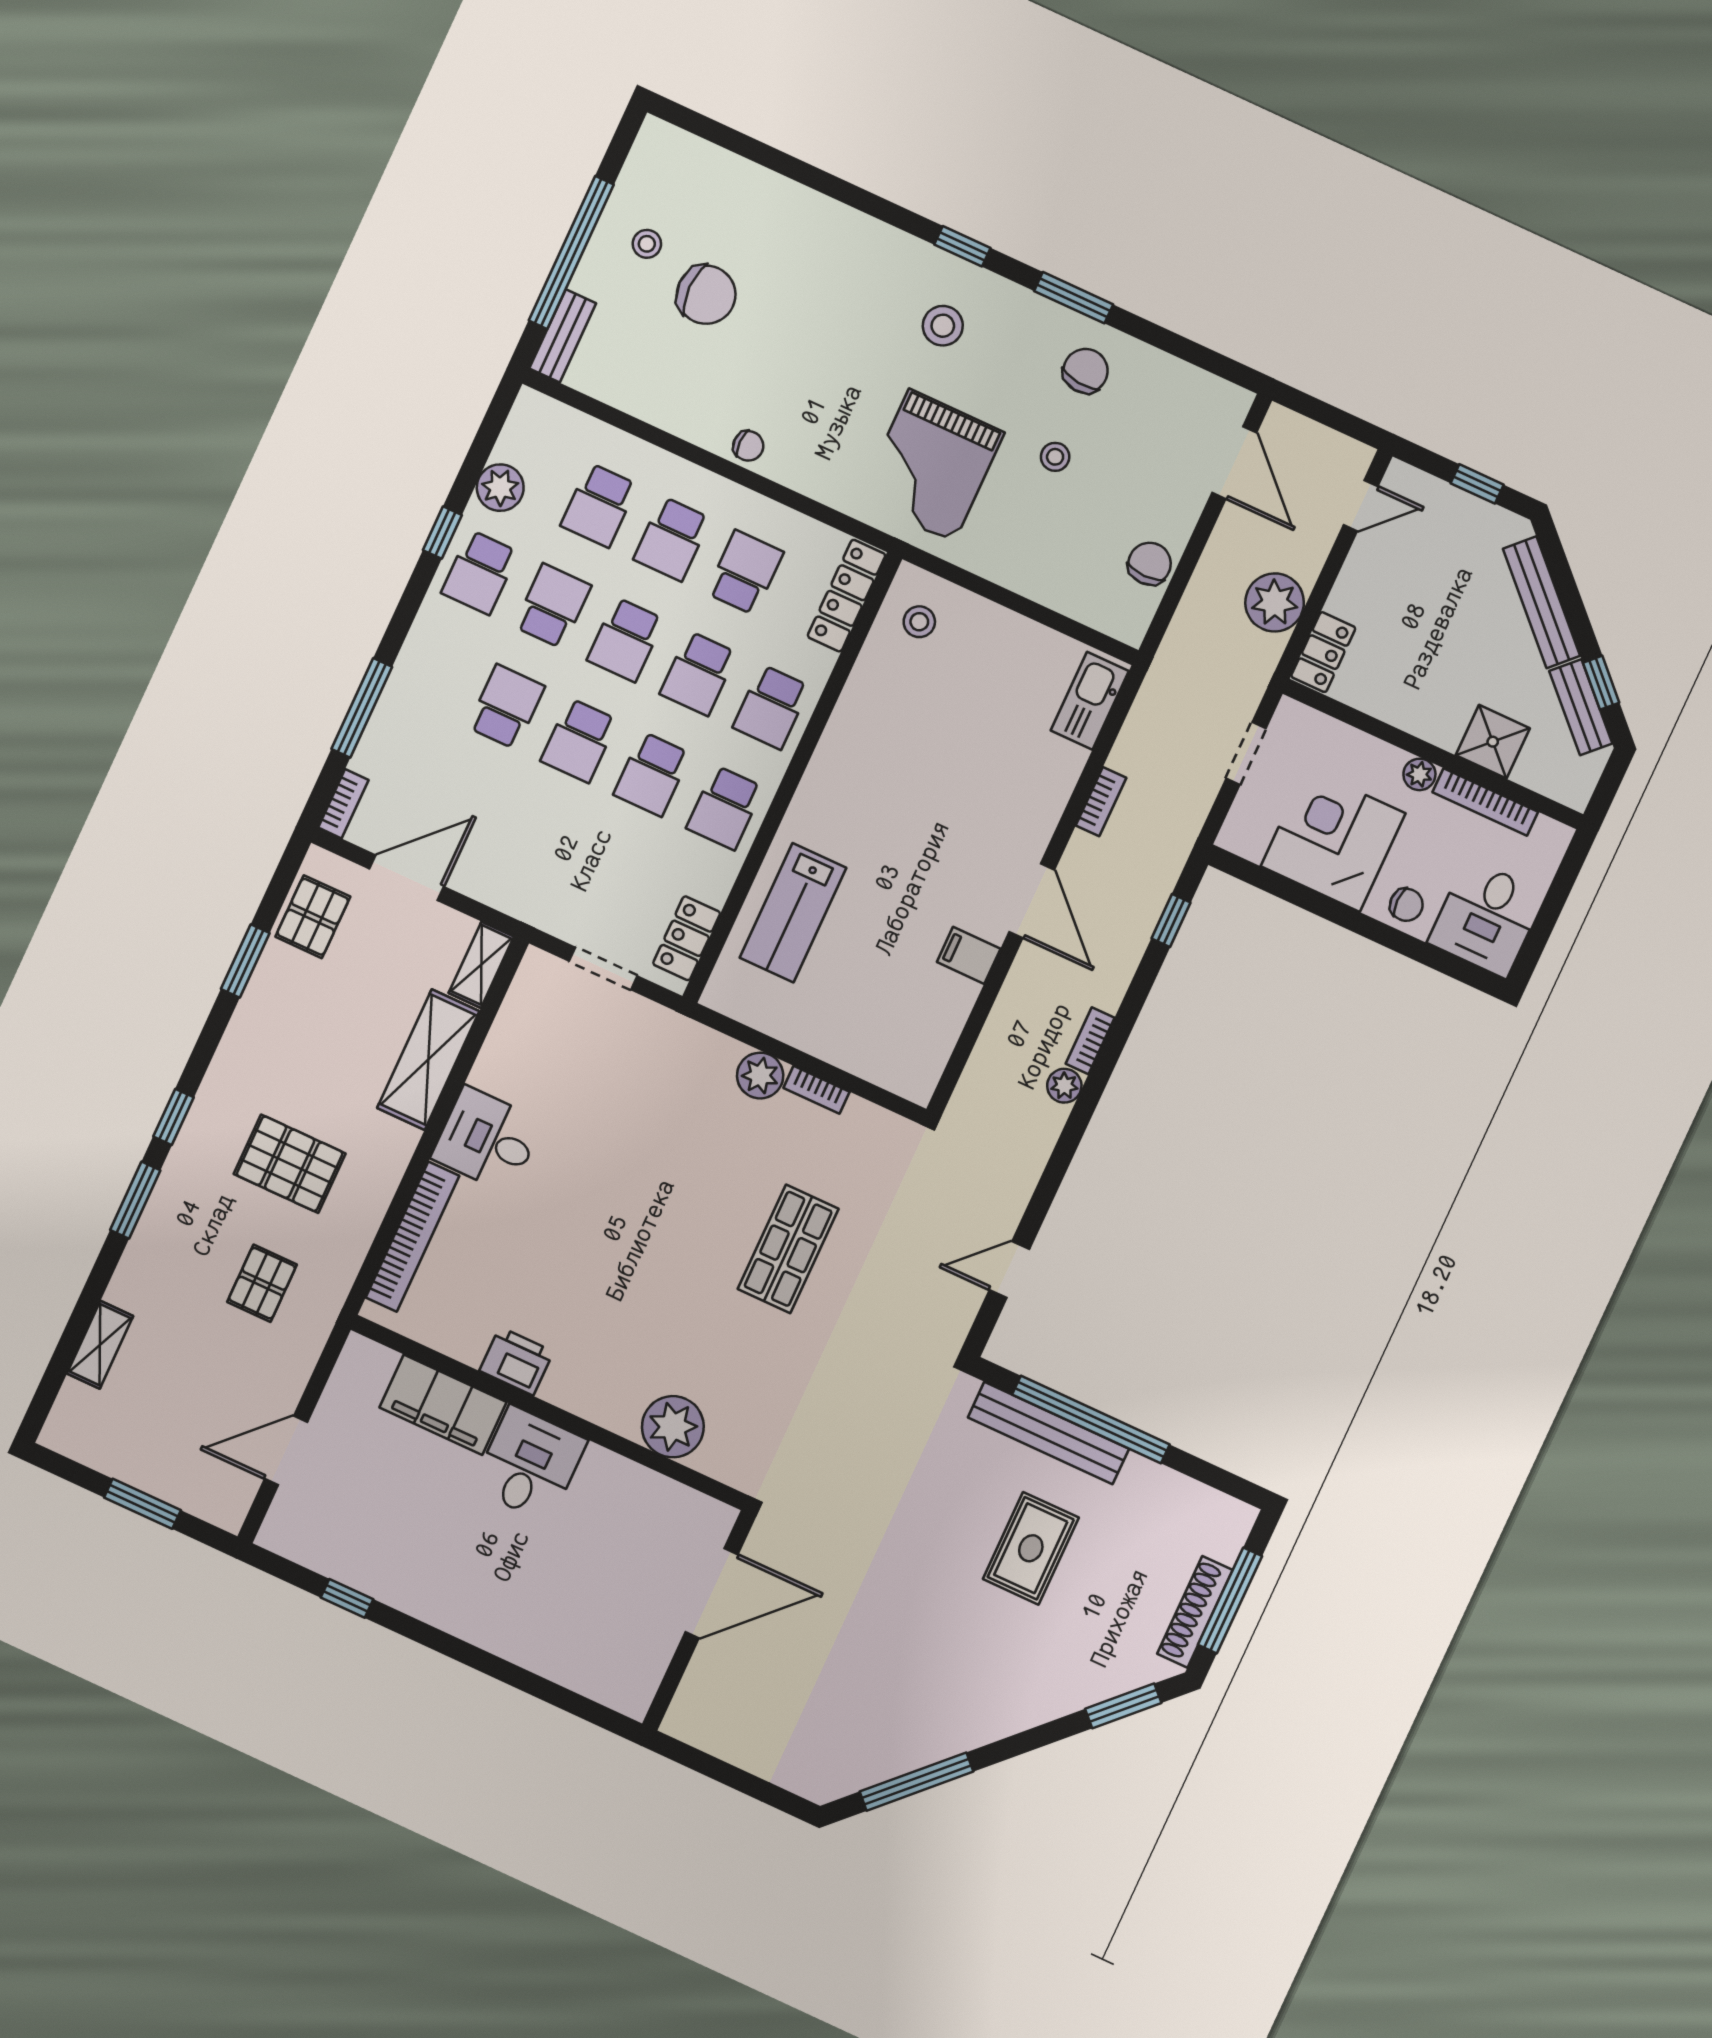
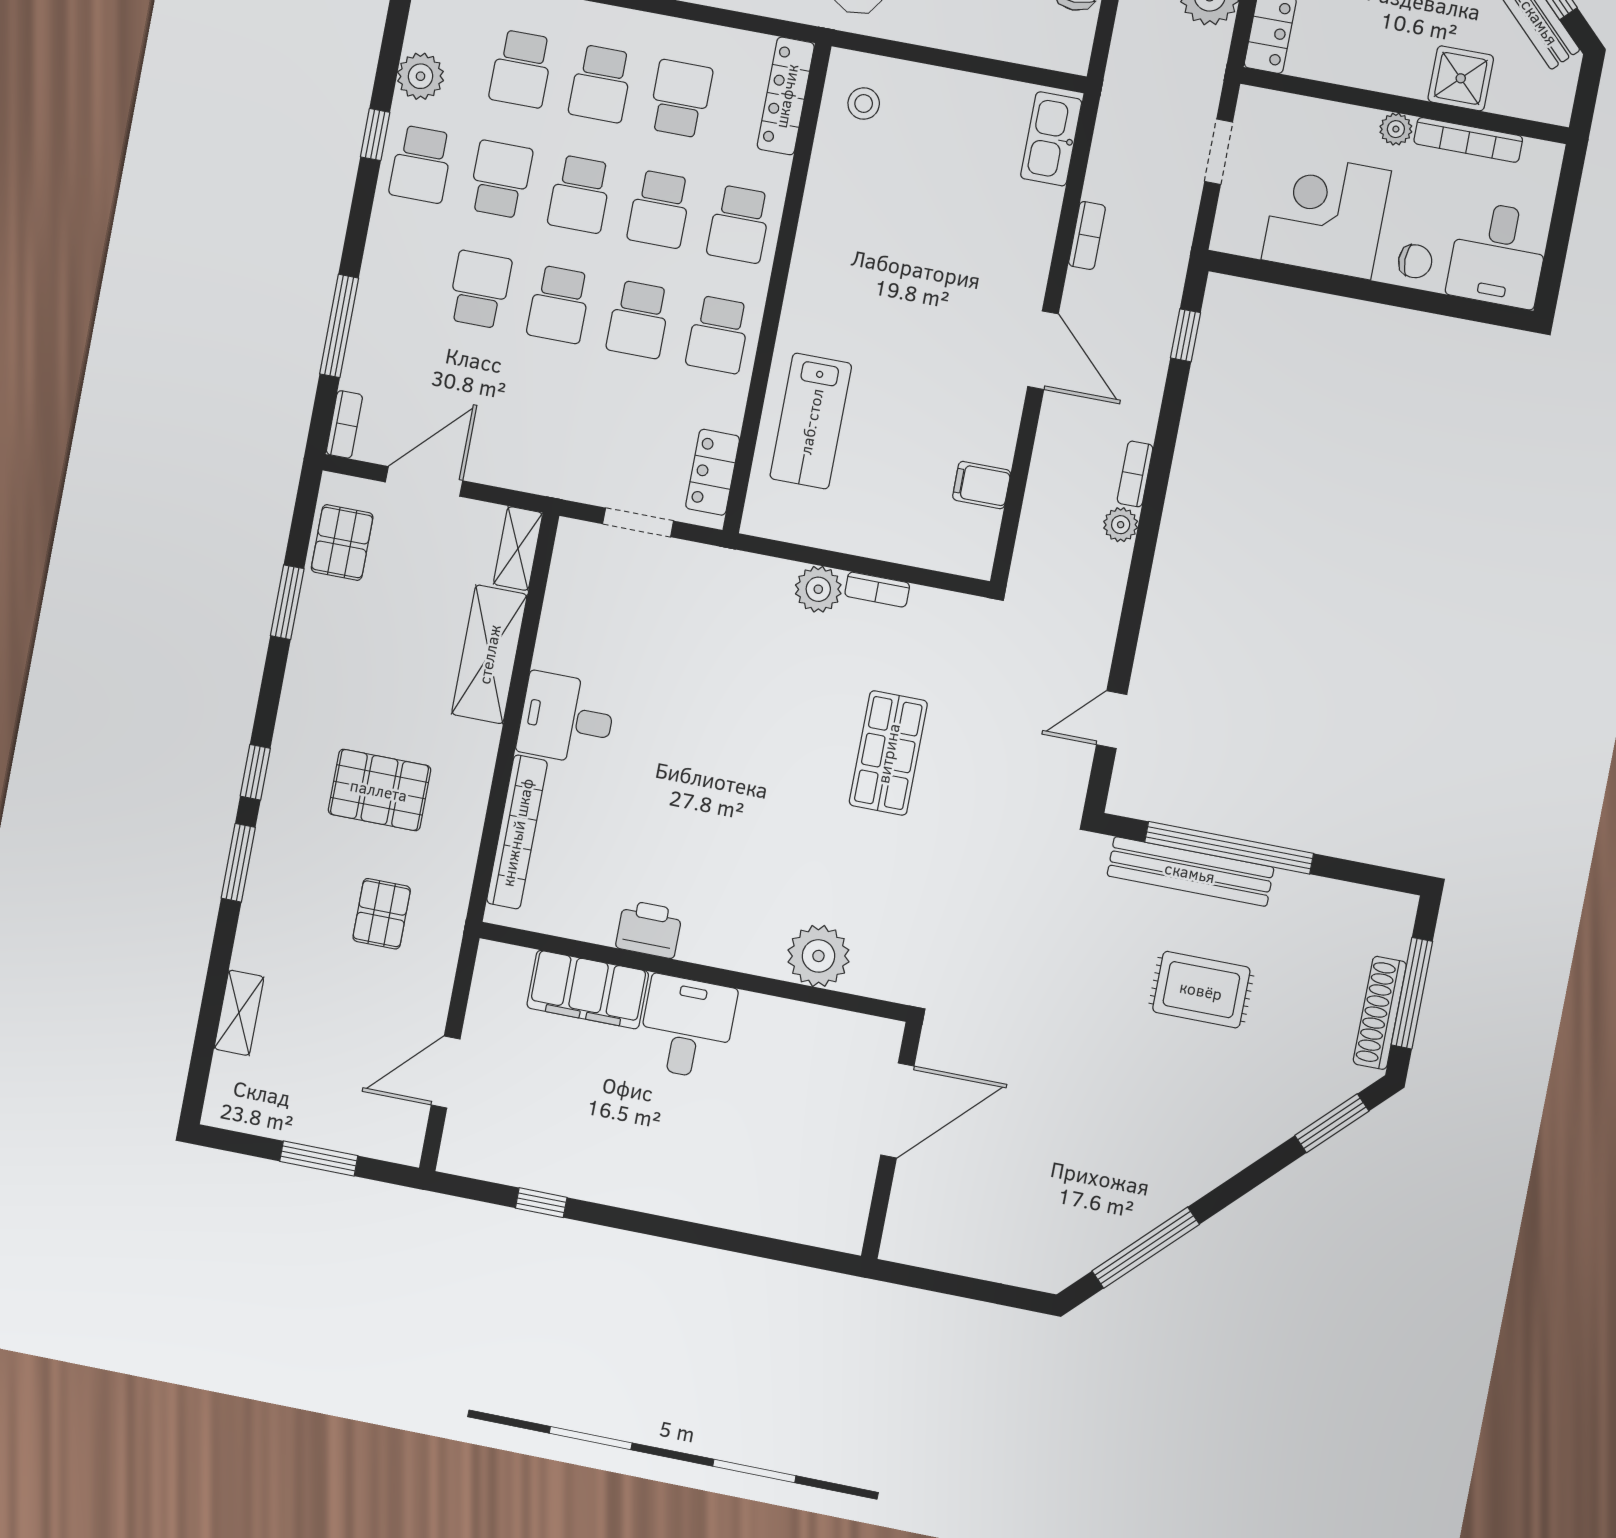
filing cabinet: (969, 955) -> (982, 485), moved
rug: (1031, 1548) -> (1201, 990), turned 90

